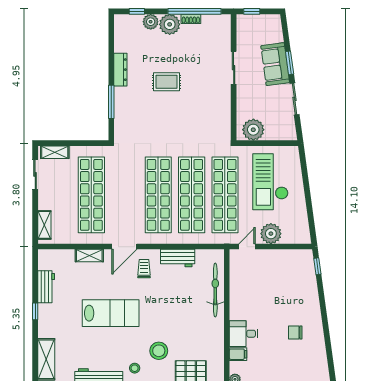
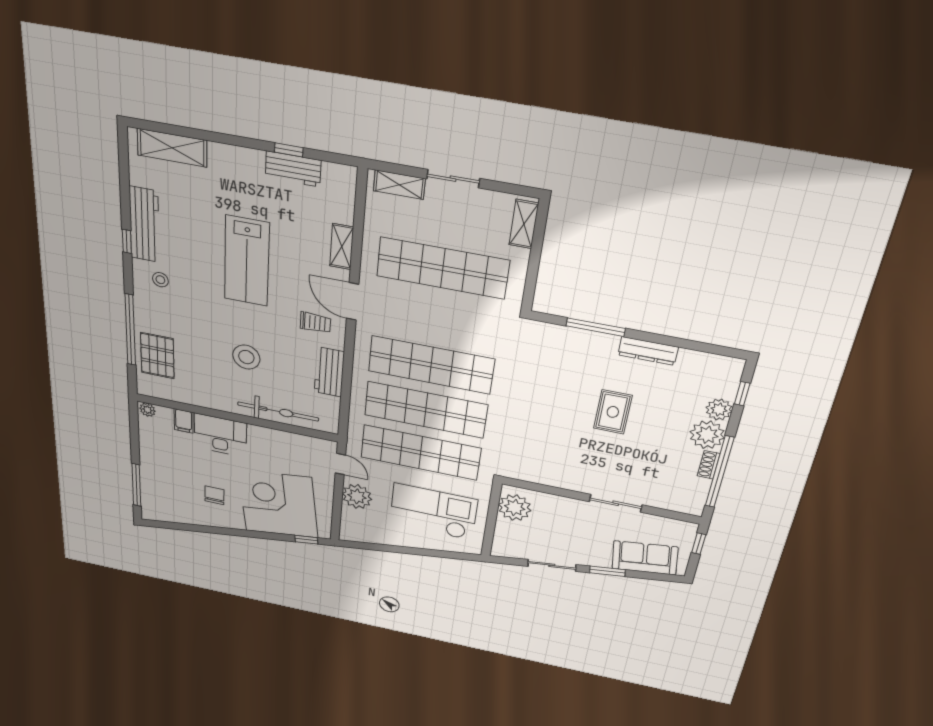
sofa: (275, 64) -> (645, 558), moved
sliding door: (35, 174) -> (453, 179), moved
corner desk: (292, 287) -> (278, 504), added
window: (35, 311) -> (289, 150), moved
desk: (244, 334) -> (220, 435), width x1.37
stool: (159, 351) -> (246, 357), moved

